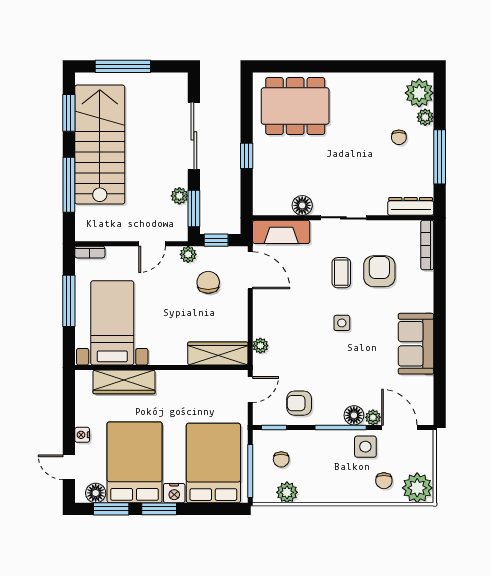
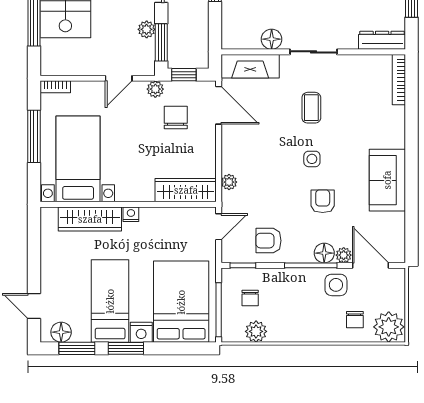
armchair: (379, 271) -> (323, 201), moved, width x0.72, depth x0.72
nightstand: (82, 435) -> (131, 214), moved, turned 90
bed: (135, 462) -> (110, 301), width x0.67

